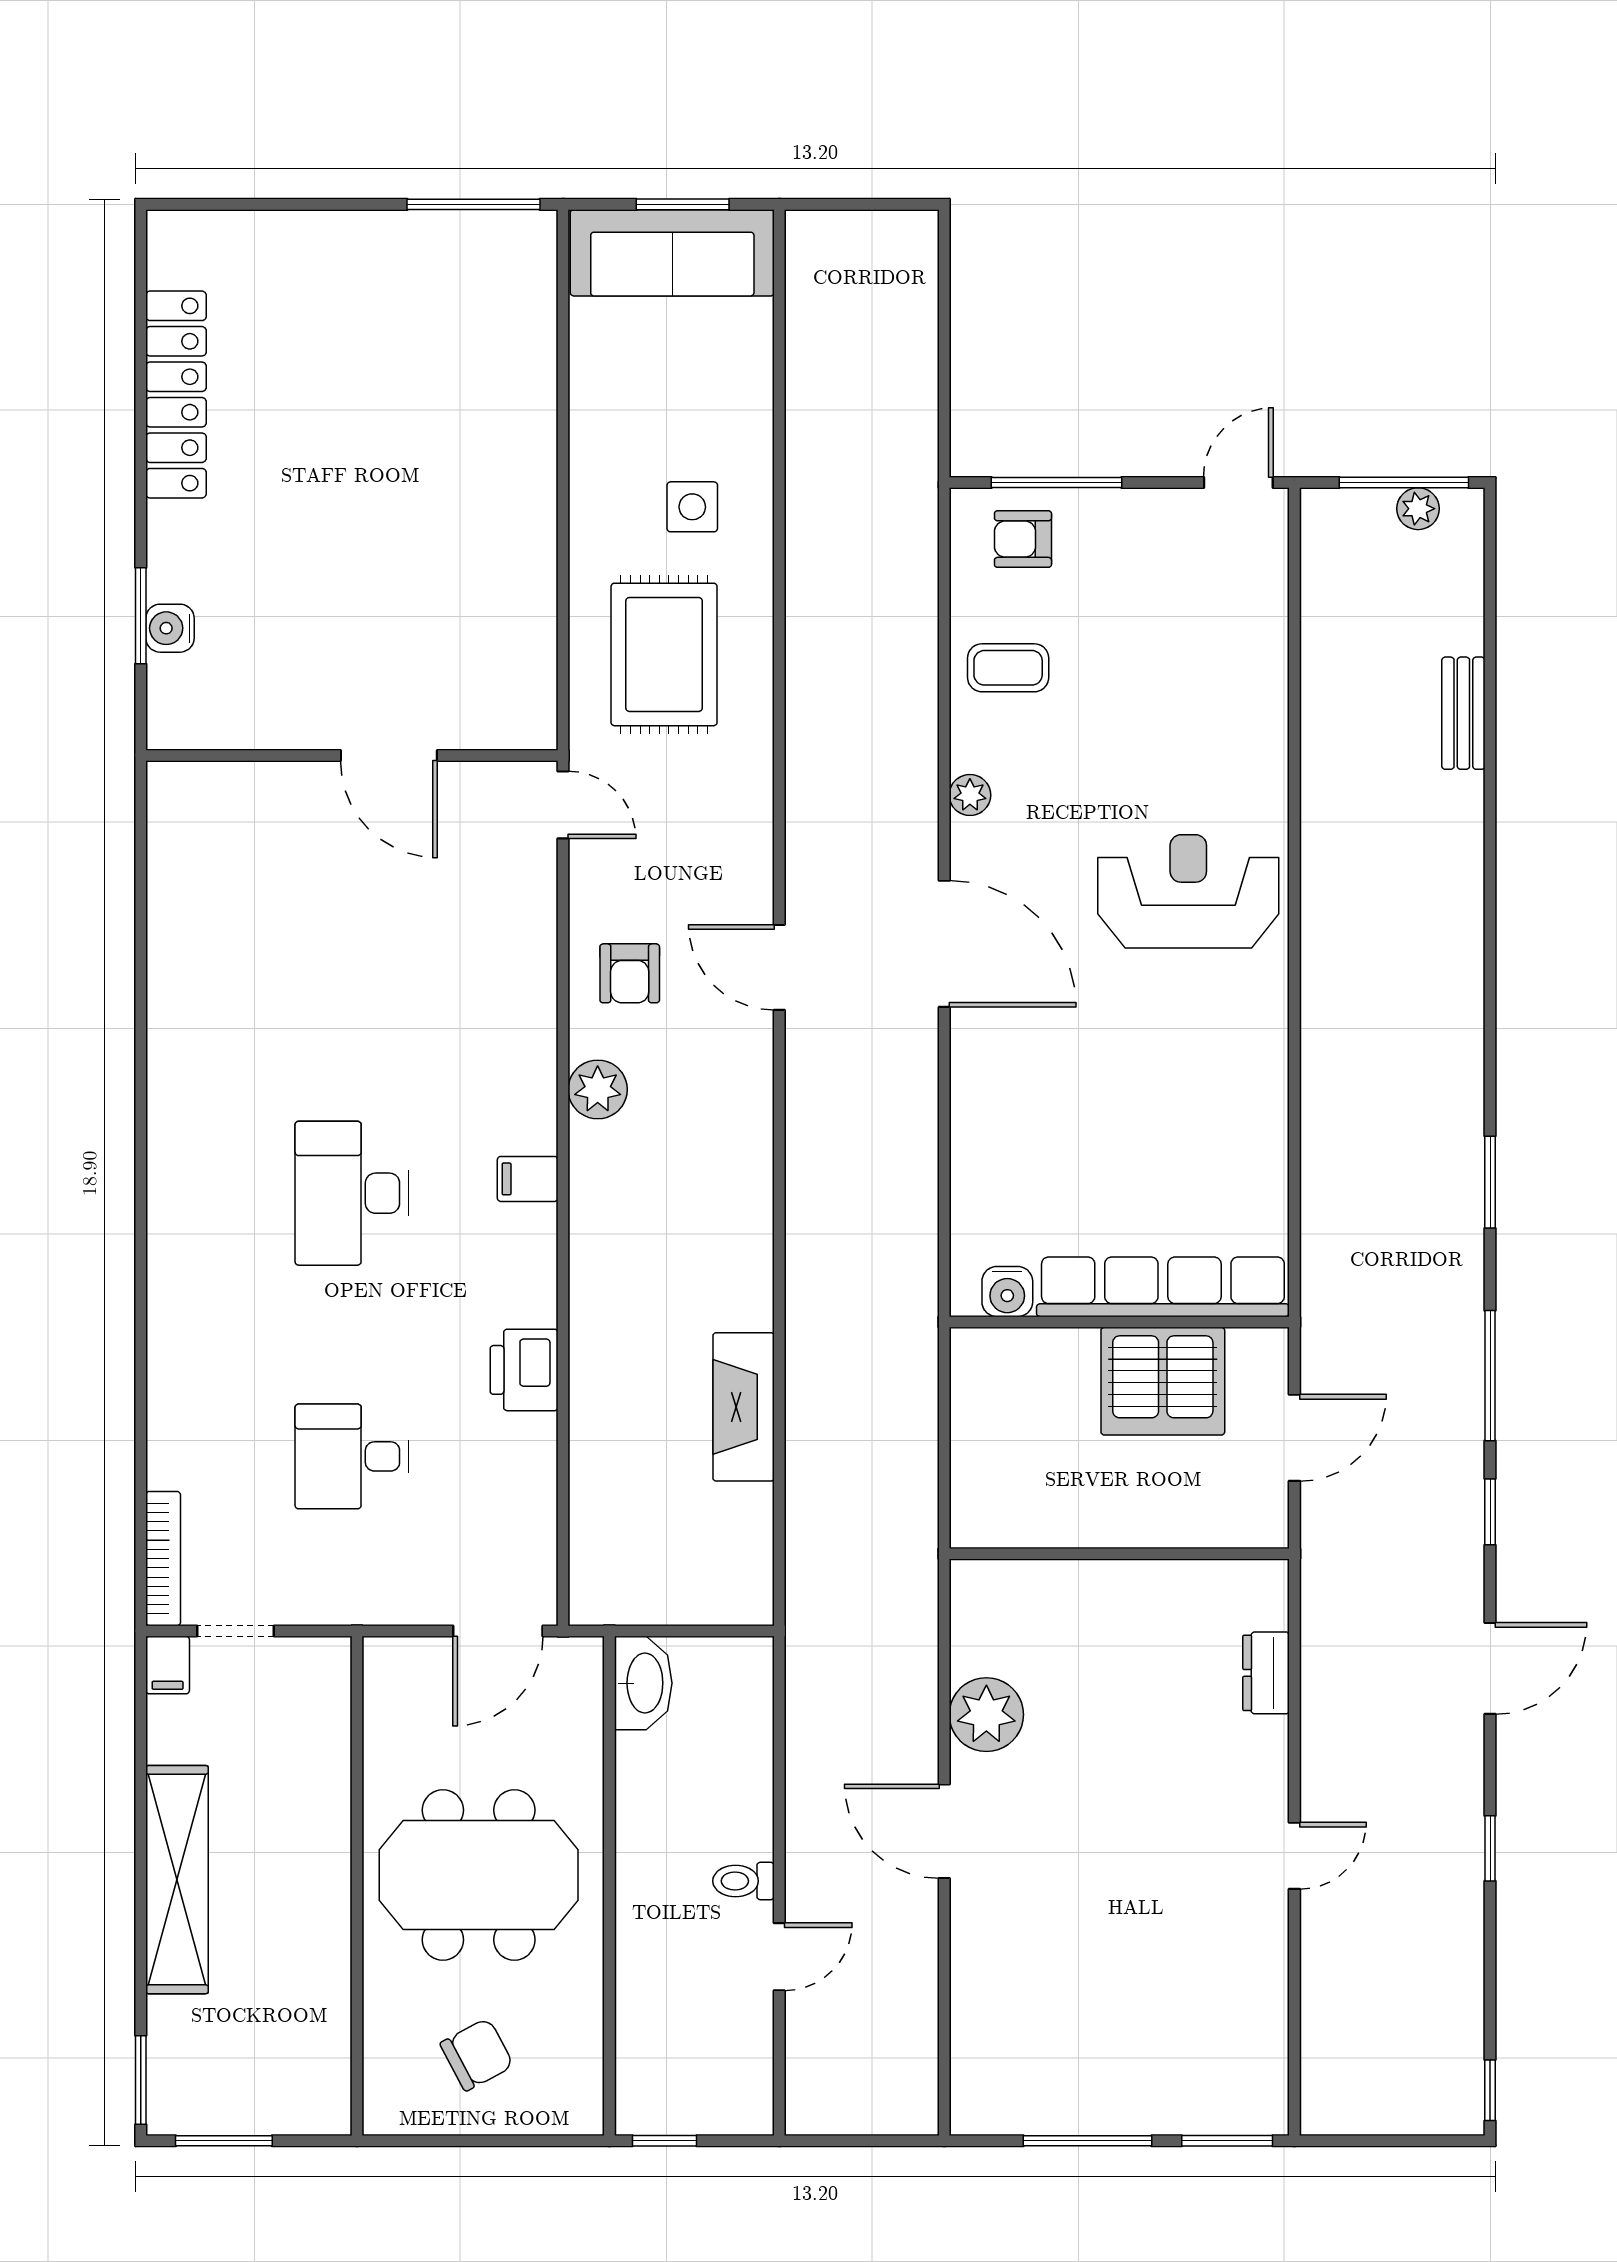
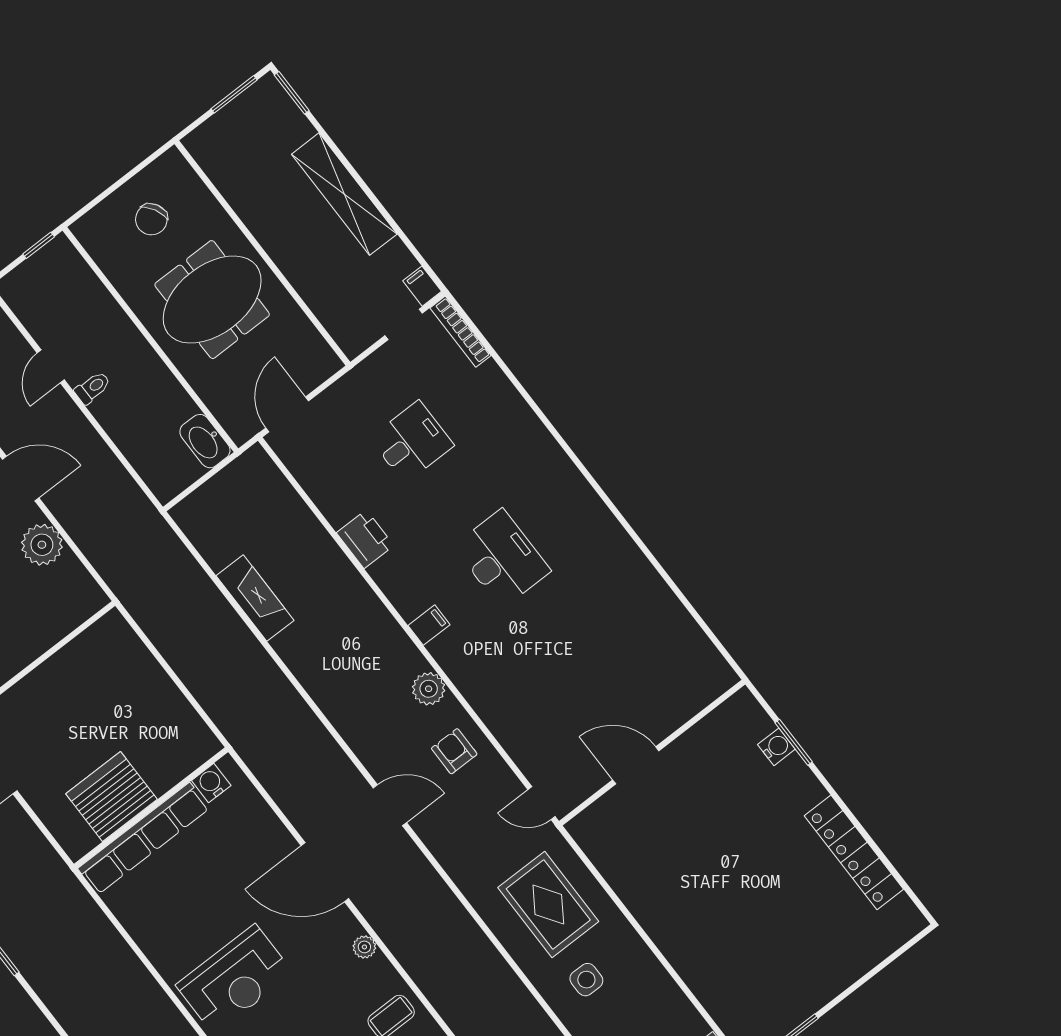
row of seats: (1163, 1287) -> (144, 838), moved
water cooler: (1007, 1292) -> (211, 783), moved
wall: (1119, 1322) -> (151, 808), moved
server rack: (1163, 1381) -> (111, 797), moved

